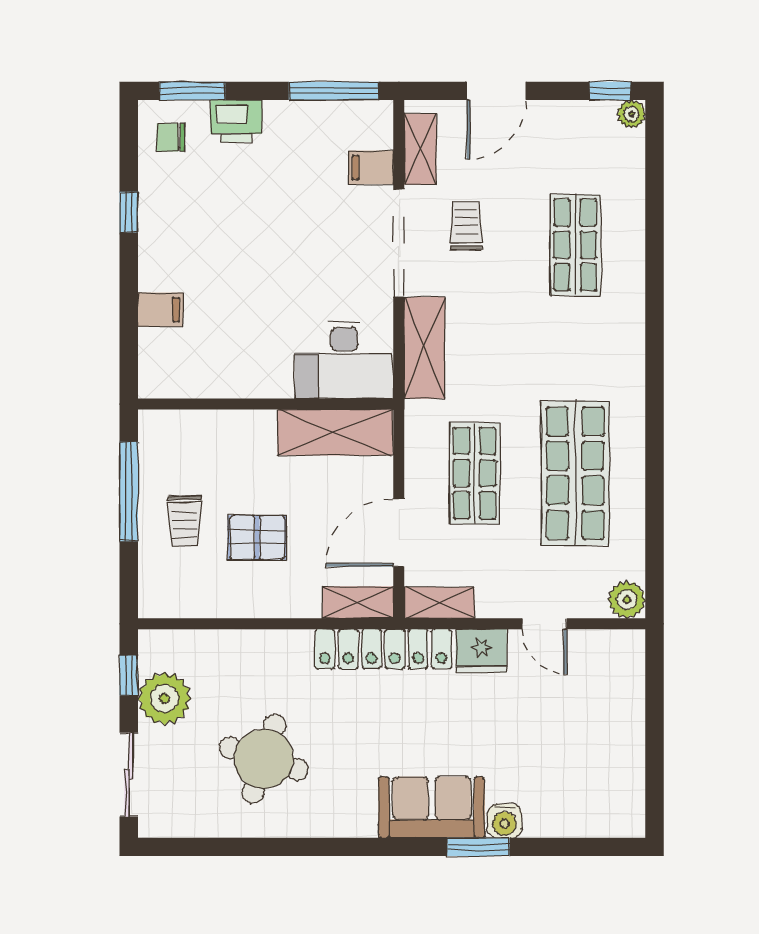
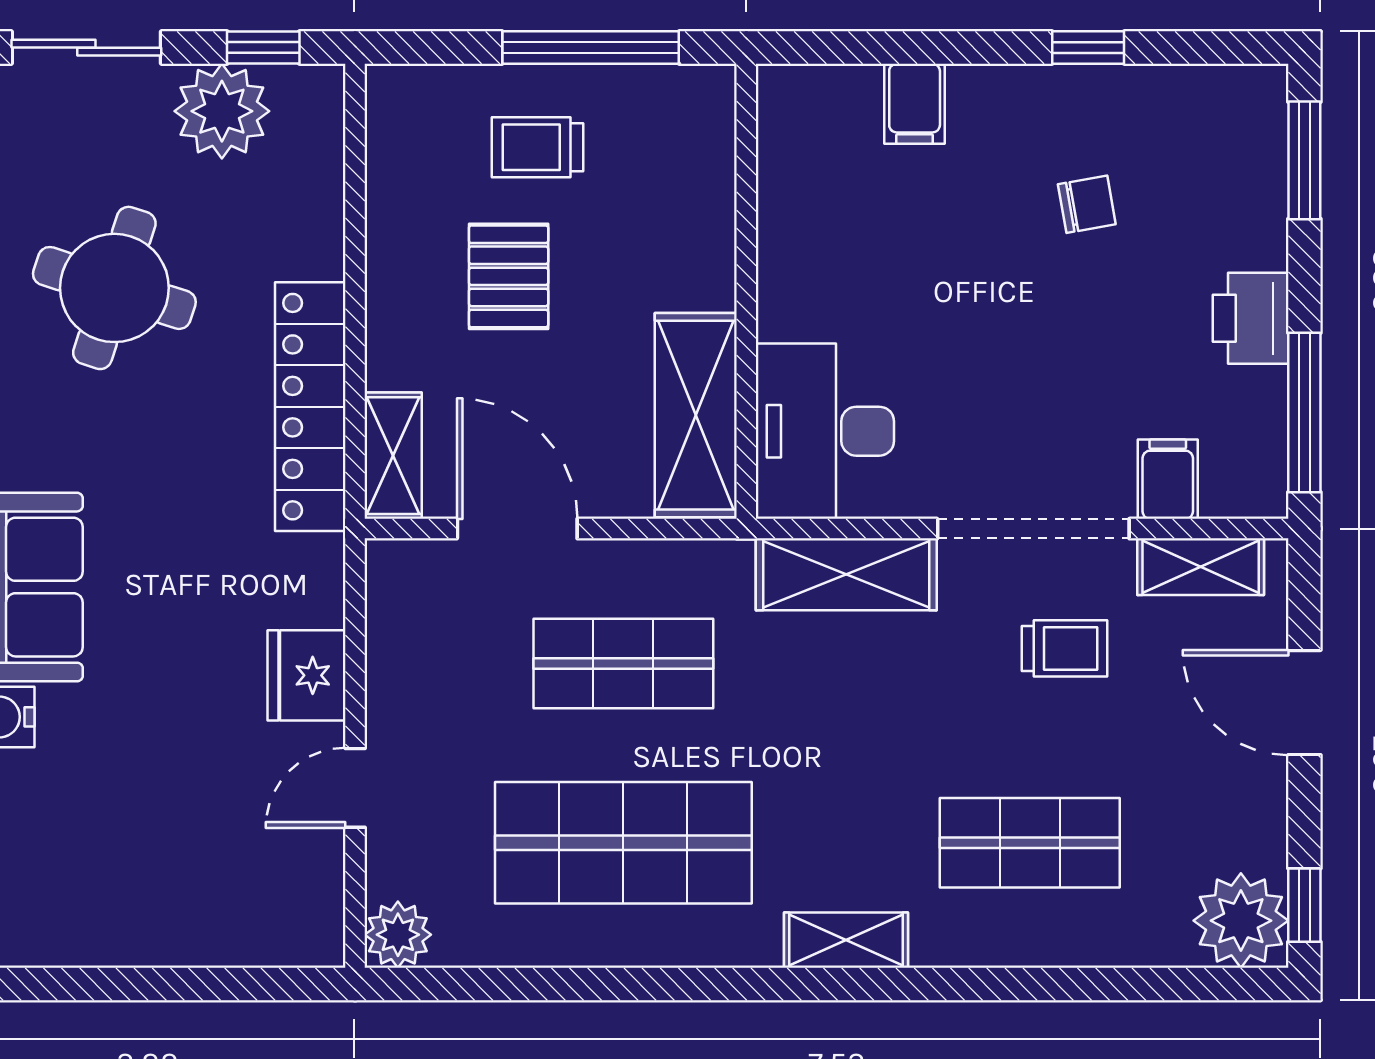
plant: (631, 114) -> (1241, 921), width x1.88, depth x1.88
printer: (236, 121) -> (1251, 318), moved
chair: (171, 137) -> (1087, 204), moved, turned 80
shelving: (439, 603) -> (846, 940), moved, turned 90
locker: (383, 649) -> (310, 407), moved

